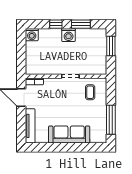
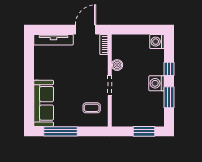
boiler: (52, 70) -> (117, 65), added
sofa: (69, 135) -> (44, 103), moved

